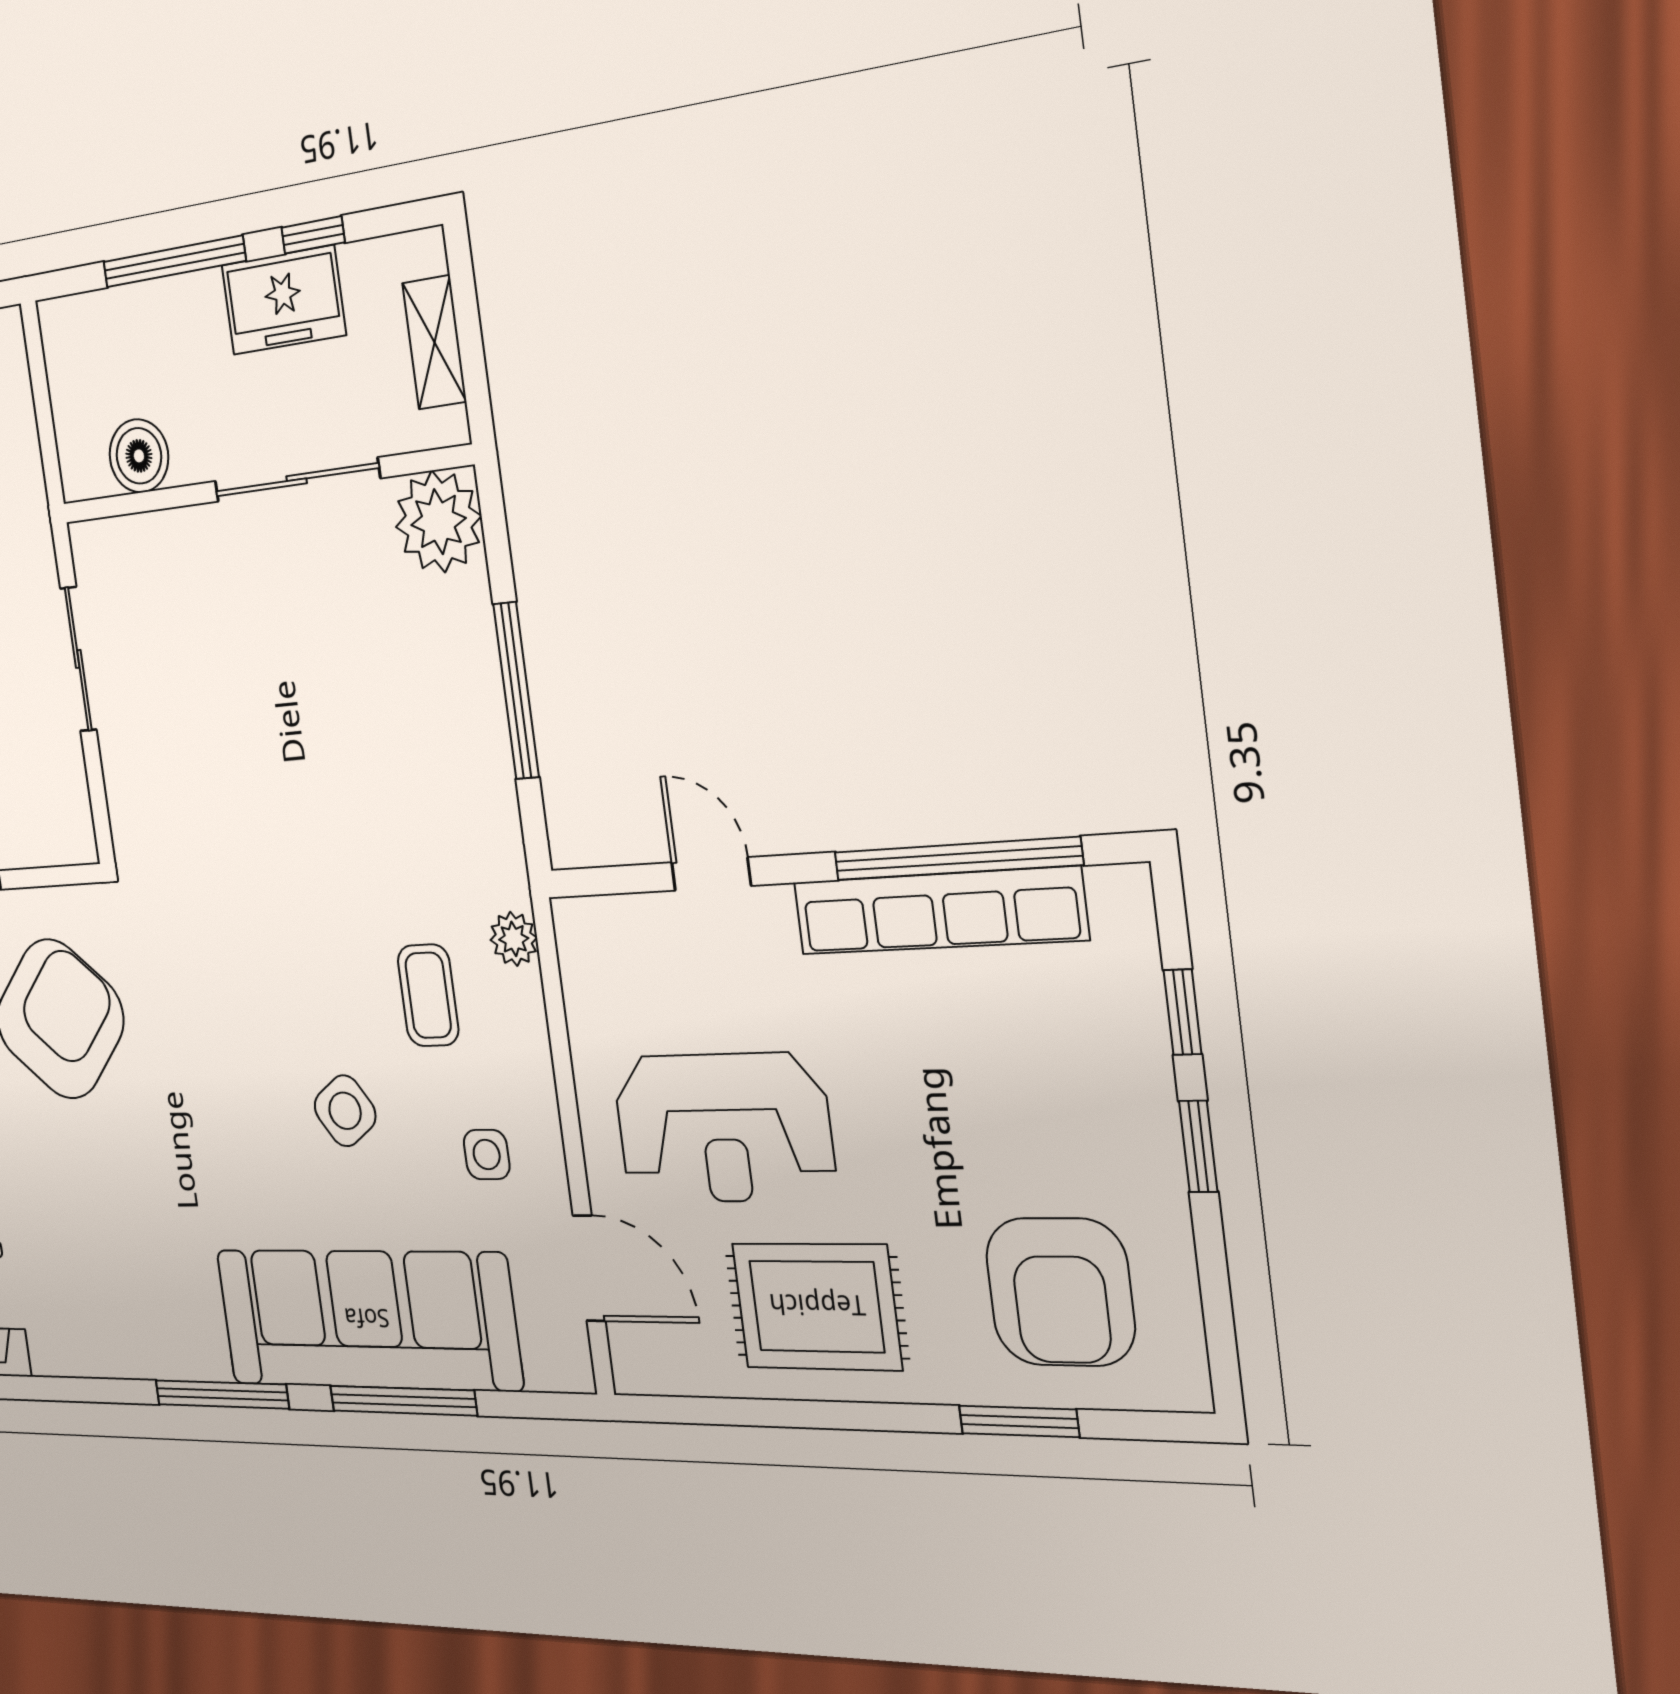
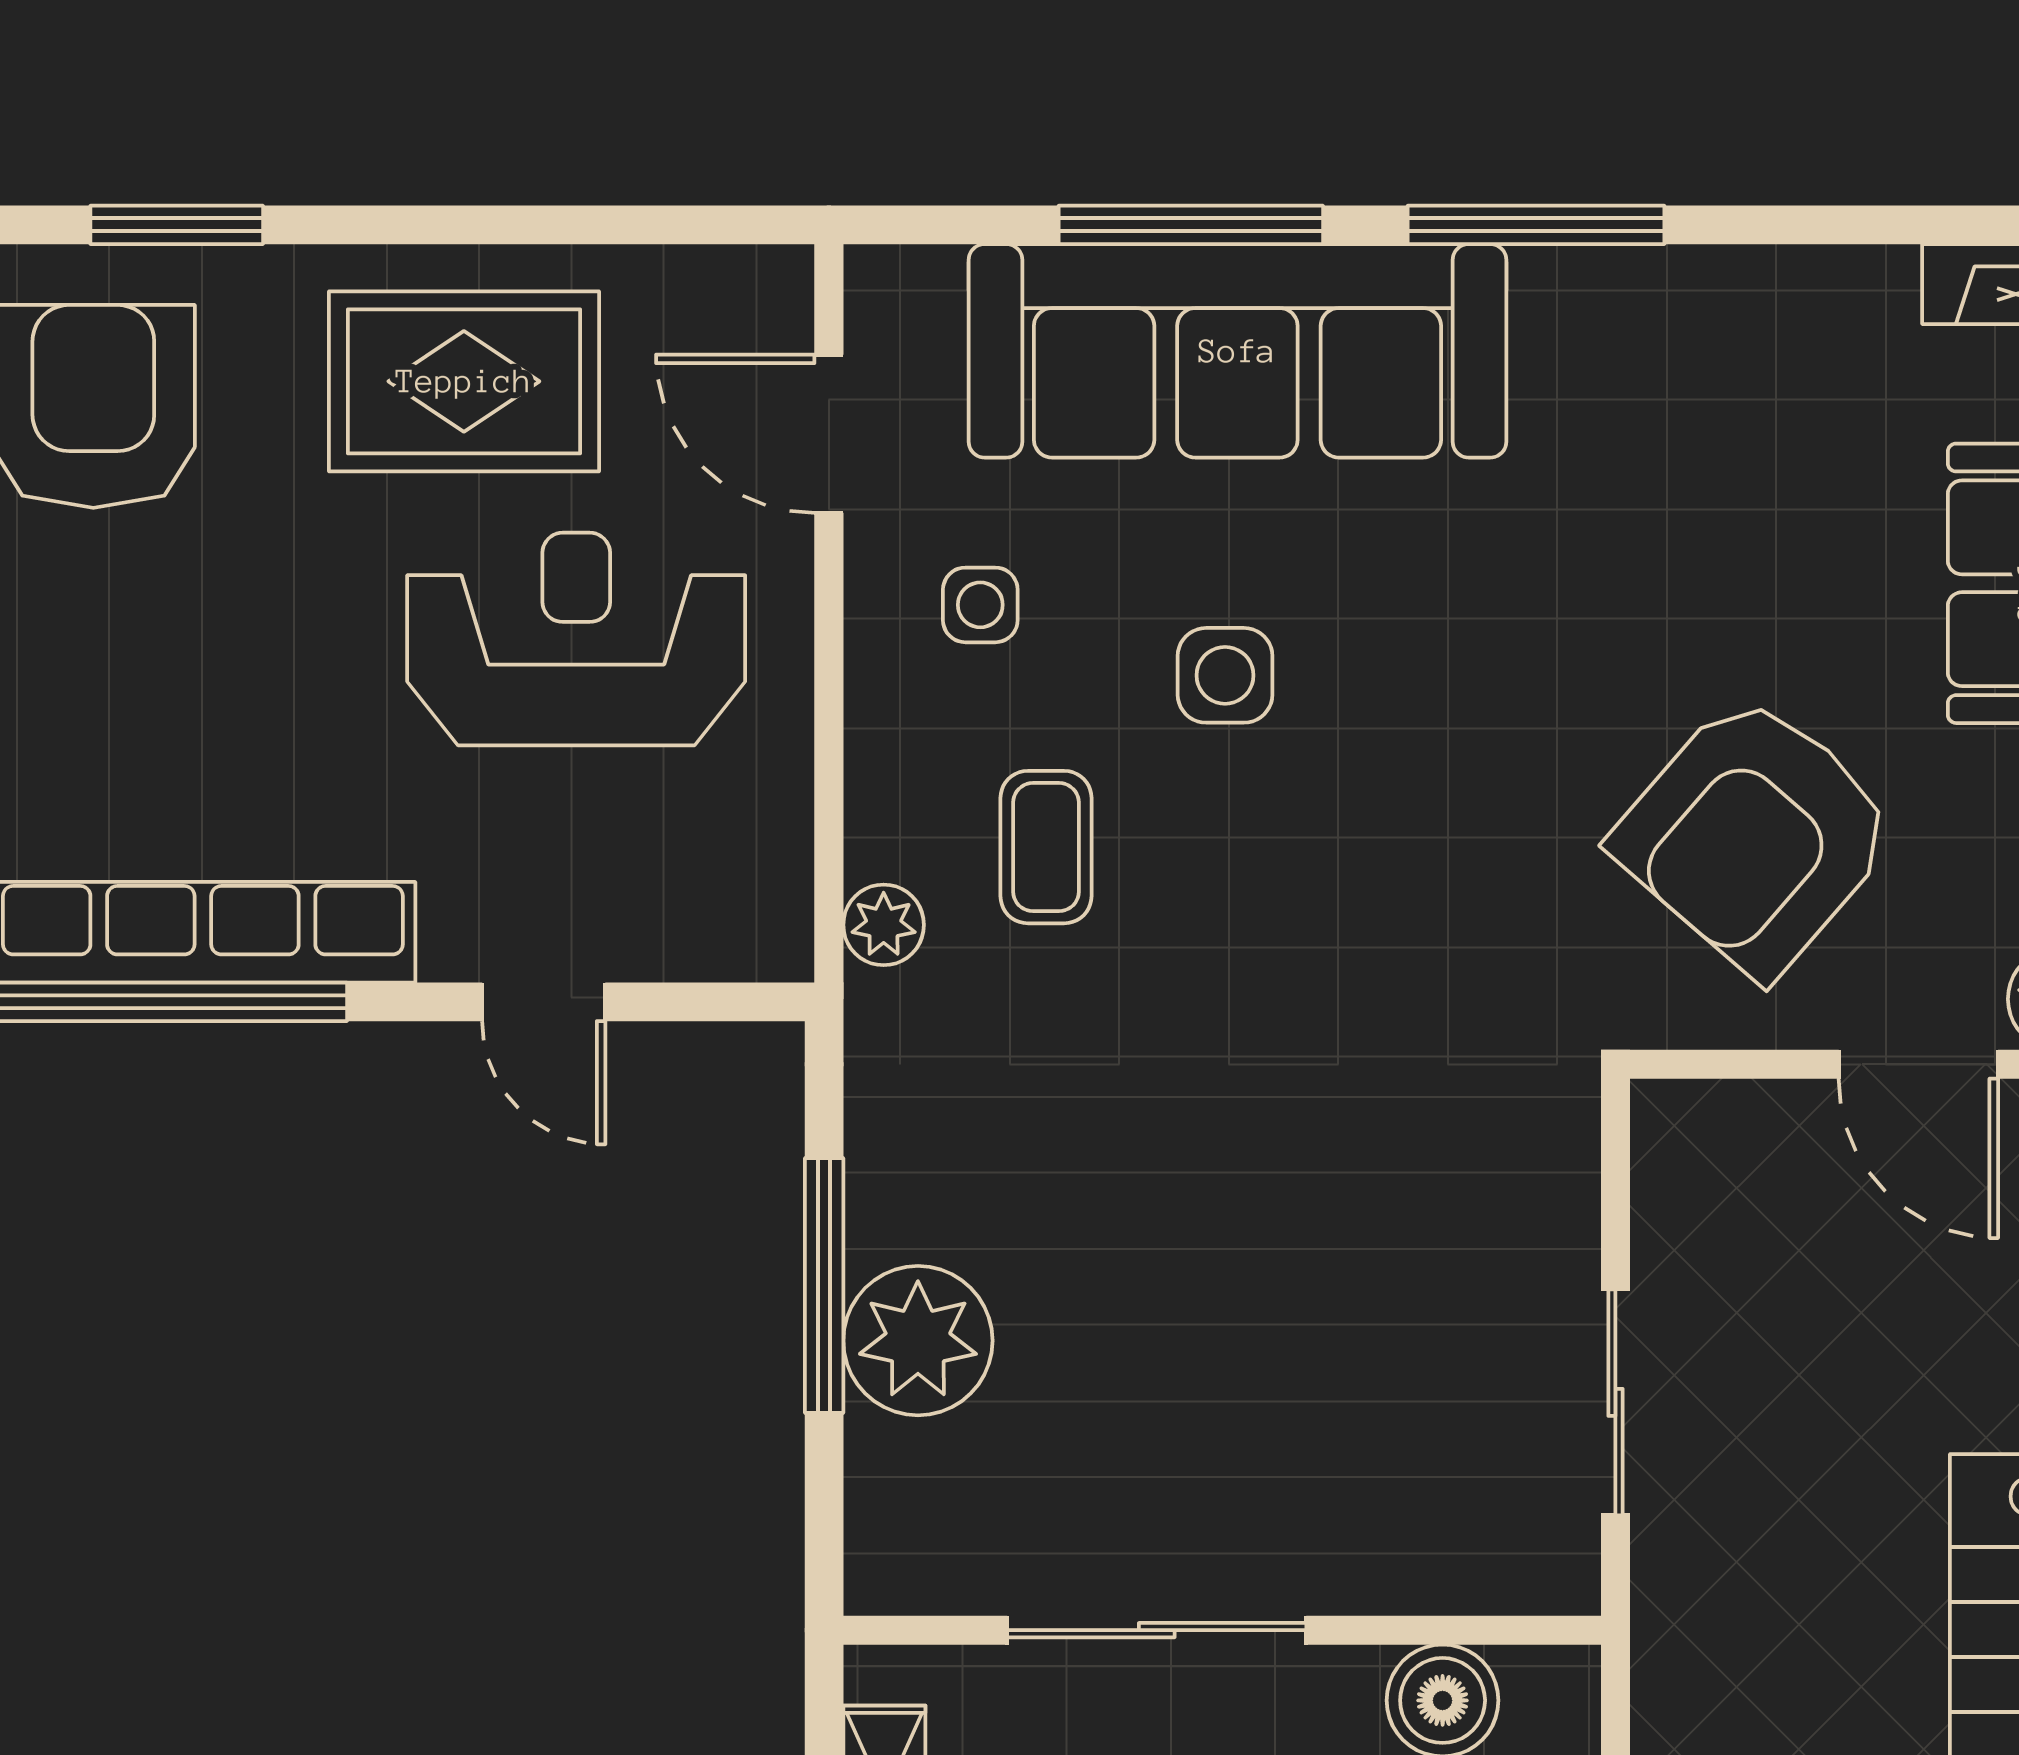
plant: (438, 522) -> (918, 1341), moved
side table: (345, 1111) -> (1225, 675), turned 35

